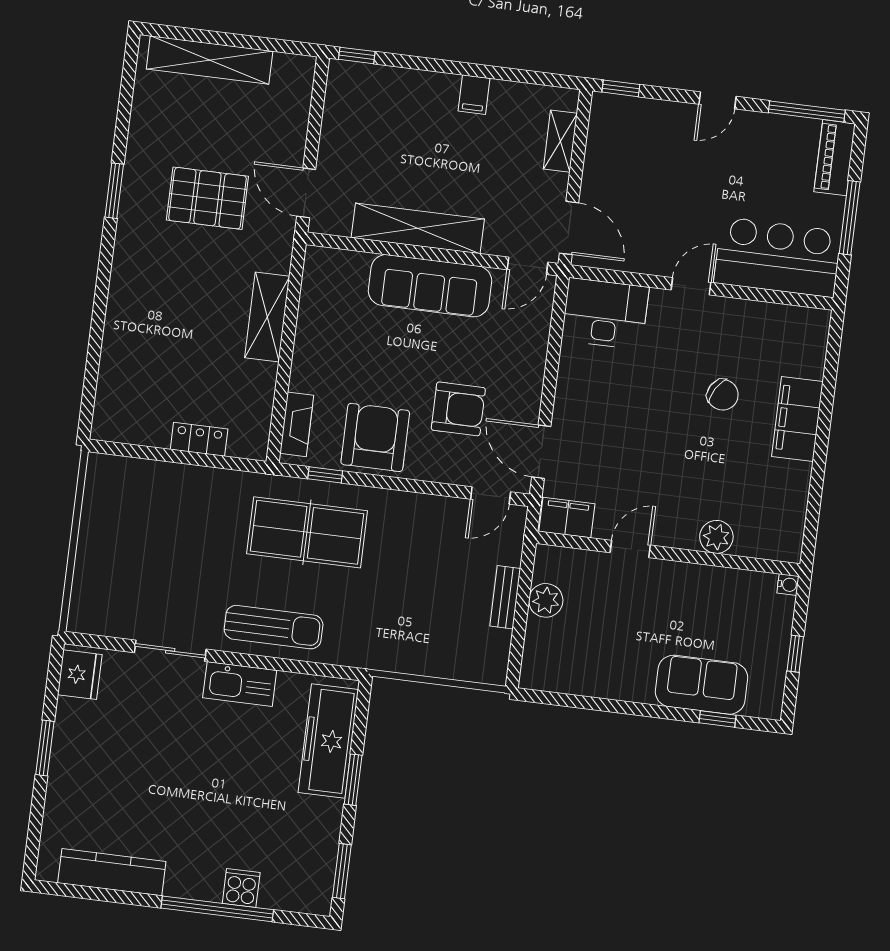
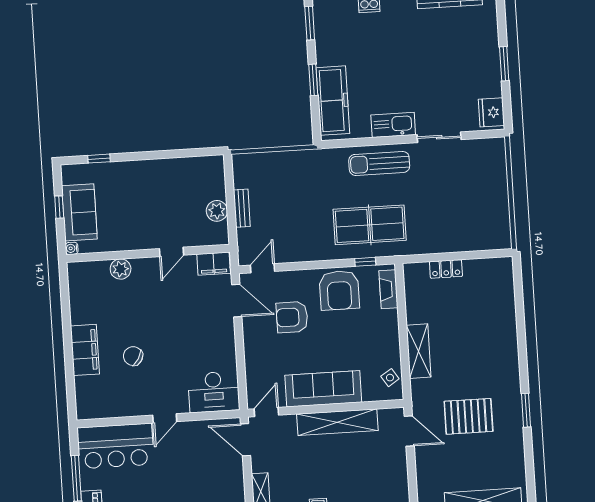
side table: (321, 283) -> (390, 378), added
sofa: (701, 685) -> (79, 212), moved, turned -90

